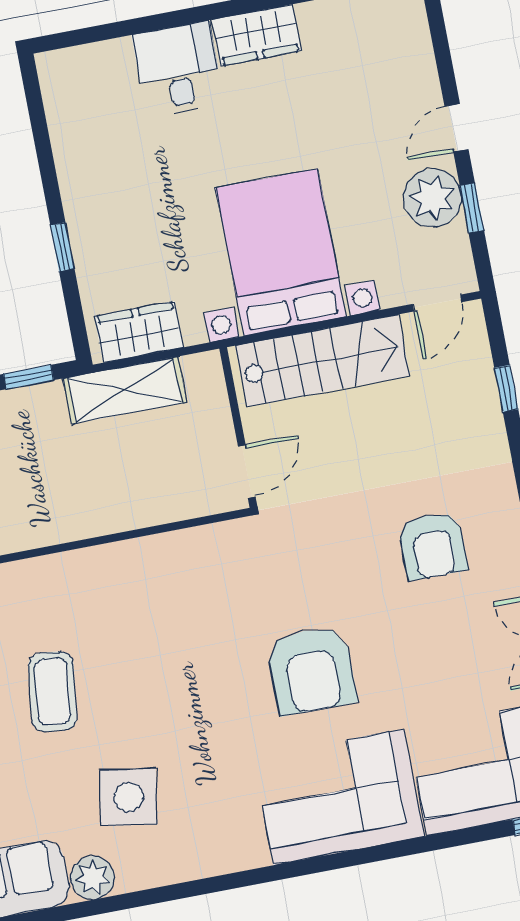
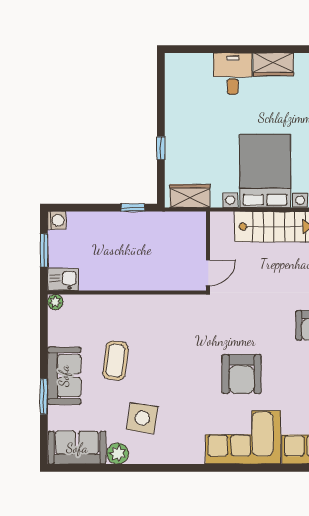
shelving: (125, 390) -> (178, 223), removed
wall: (238, 427) -> (208, 251), moved
door: (247, 472) -> (208, 273), moved

